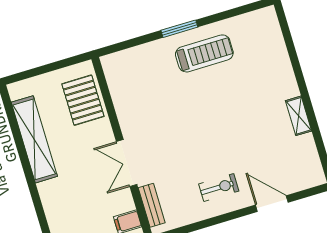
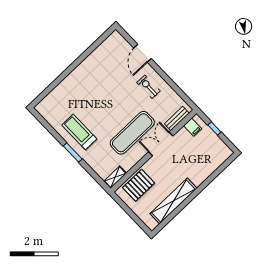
shelving: (299, 116) -> (115, 177), moved
exercise mat: (164, 130) -> (132, 133), added
double door: (127, 163) -> (161, 144), swing flipped

